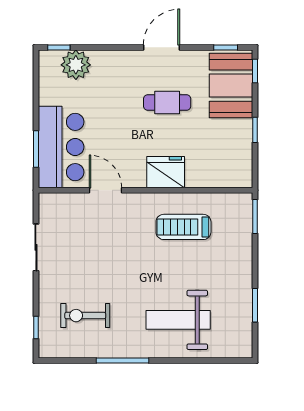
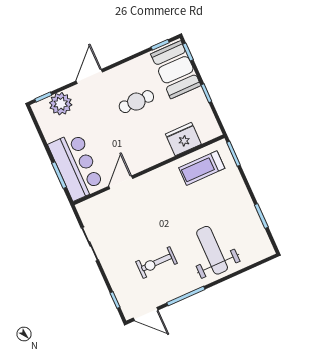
door: (162, 47) -> (89, 76), moved
fridge: (166, 172) -> (183, 139), moved
door: (105, 190) -> (121, 182), hinge flipped
treadmill: (183, 227) -> (202, 168), moved
exercise bike: (85, 316) -> (157, 263), moved
weight bench: (178, 320) -> (212, 250), turned 90
door: (65, 360) -> (146, 314), added

